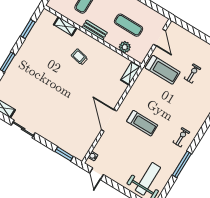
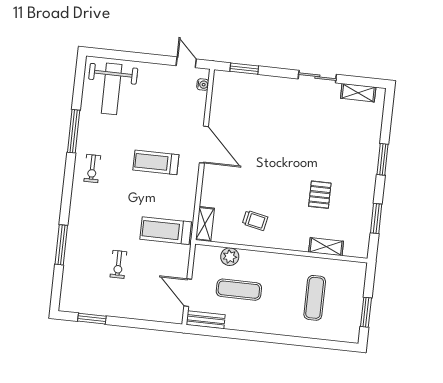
bench: (95, 30) -> (206, 320), moved
trolley: (79, 57) -> (255, 220), moved
pallet: (54, 59) -> (320, 195), added
treadmill: (163, 70) -> (166, 231), moved

